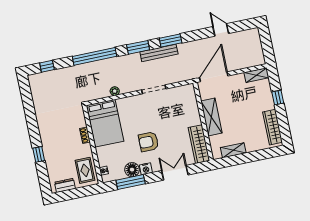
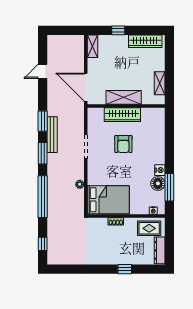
armchair: (149, 142) -> (123, 144), moved
wardrobe: (199, 144) -> (122, 115), moved
double door: (175, 173) -> (169, 143), removed
dresser: (65, 185) -> (160, 250), width x1.44

